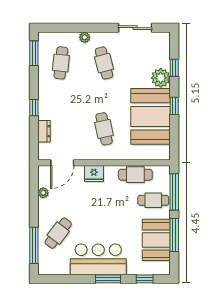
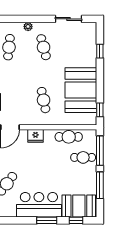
plant: (161, 78) -> (89, 59), removed
window: (174, 106) -> (100, 110), moved
booth: (156, 240) -> (79, 206), moved, turned 90

